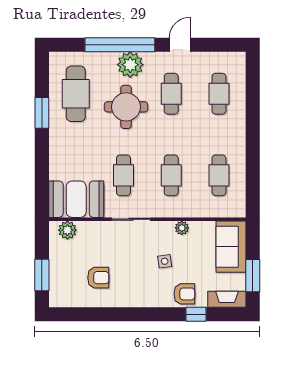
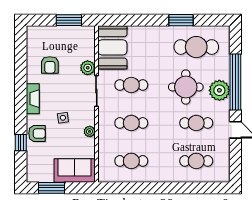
plant: (67, 230) -> (88, 68), moved
window: (42, 275) -> (69, 20), moved
armchair: (184, 294) -> (37, 133), turned -90
fireplace: (227, 299) -> (33, 99), moved

